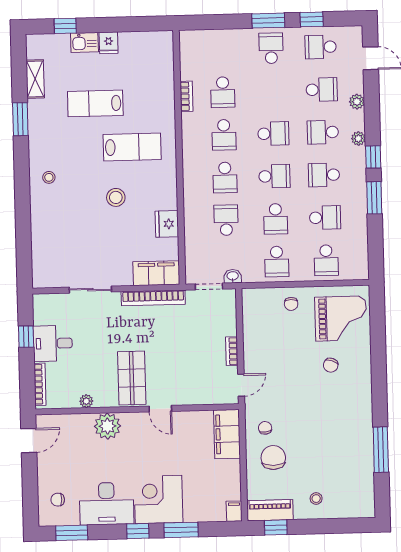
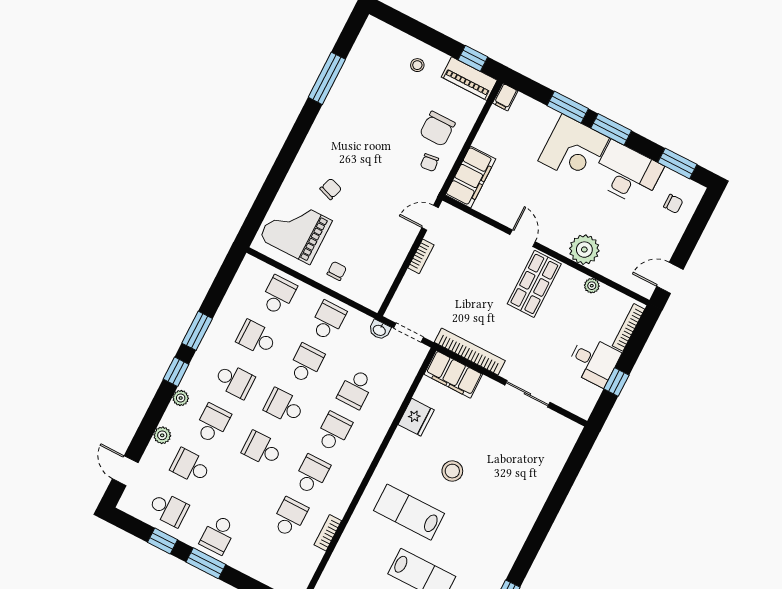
school desk: (323, 132) -> (212, 423), turned -90
stool: (49, 177) -> (508, 527), removed
window: (138, 531) -> (611, 129), width x1.50

